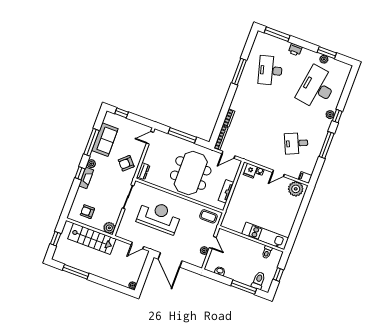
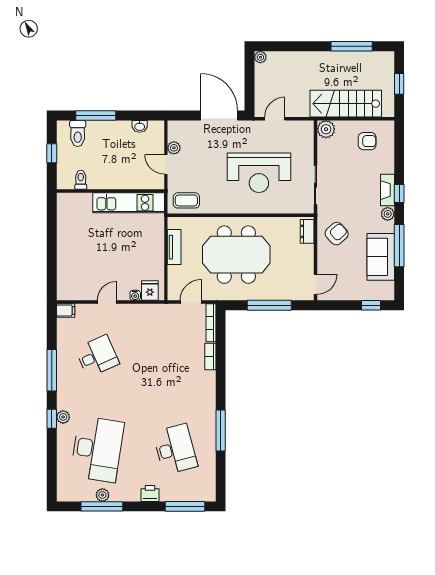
window: (327, 53) -> (102, 506), width x1.44
meeting table: (191, 173) -> (236, 255), turned 90
plant: (296, 189) -> (73, 289), removed
kitchen unit: (265, 236) -> (129, 203), moved

